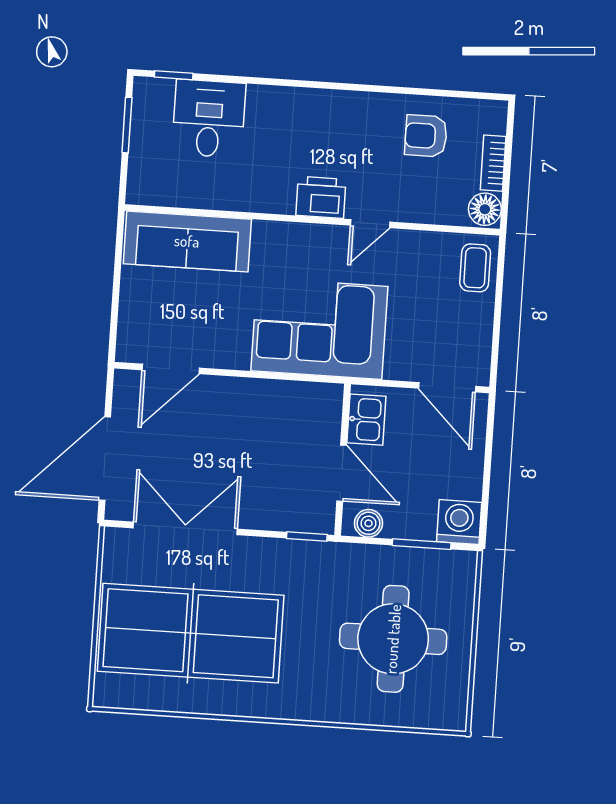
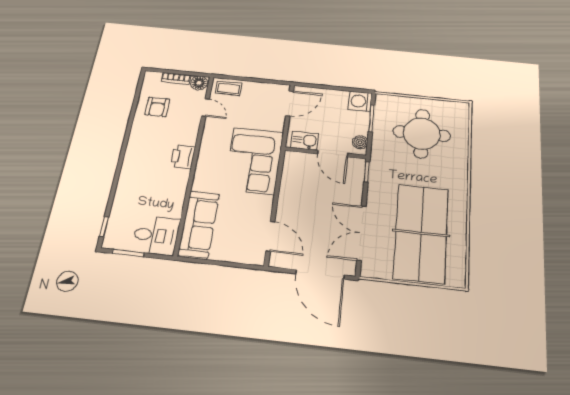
desk: (209, 119) -> (156, 235), moved, turned 180
door: (370, 224) -> (205, 107), moved
door: (342, 473) -> (333, 154), swing flipped

